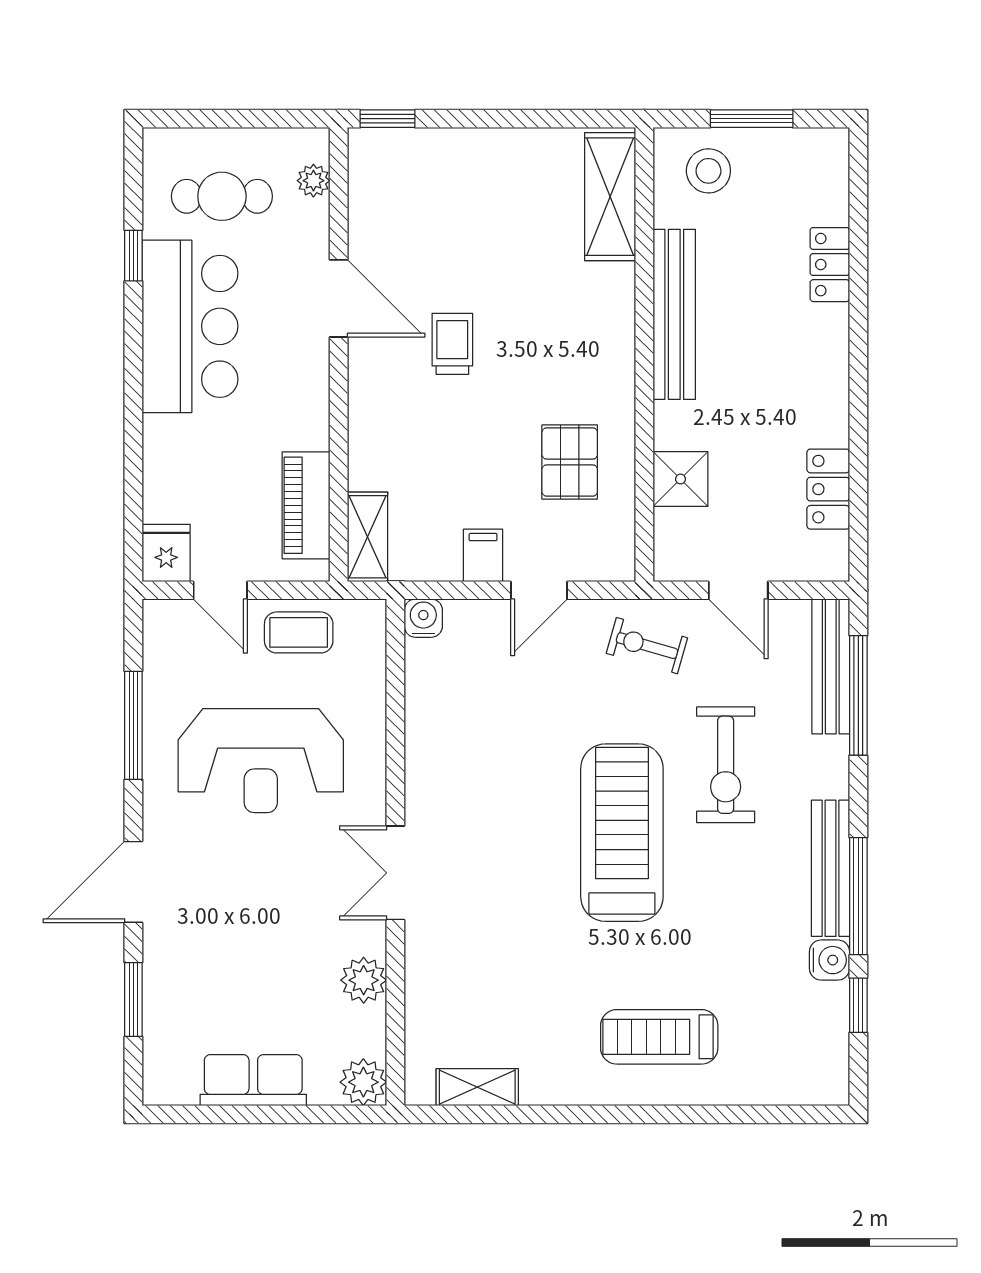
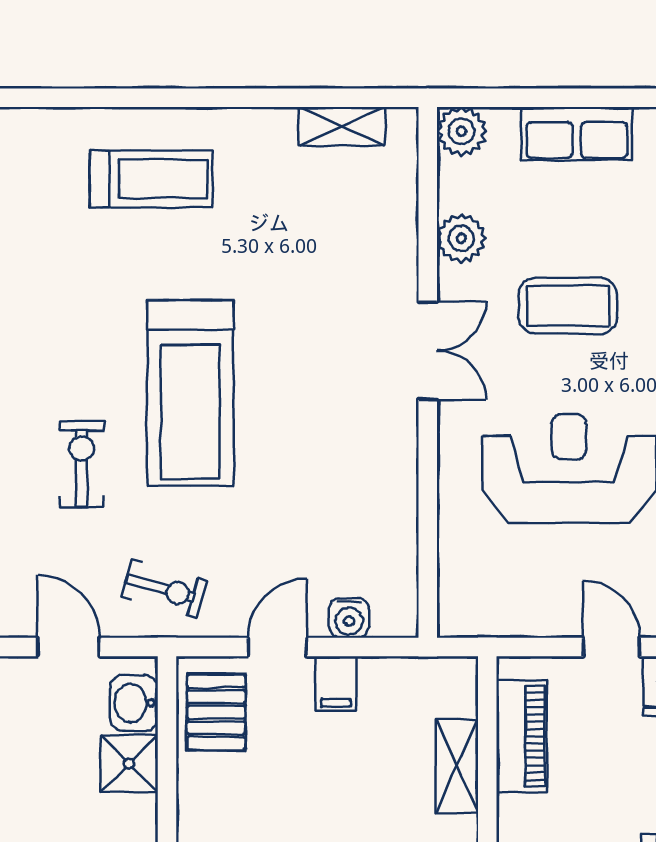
pallet: (570, 462) -> (216, 712), moved
shelving: (368, 537) -> (457, 766), moved
washbasin: (676, 537) -> (134, 703), added
water cooler: (423, 618) -> (349, 618), moved
coffee table: (299, 632) -> (568, 306), moved, width x1.36, depth x1.30
exercise bike: (726, 765) -> (82, 464), width x0.73, depth x0.72

